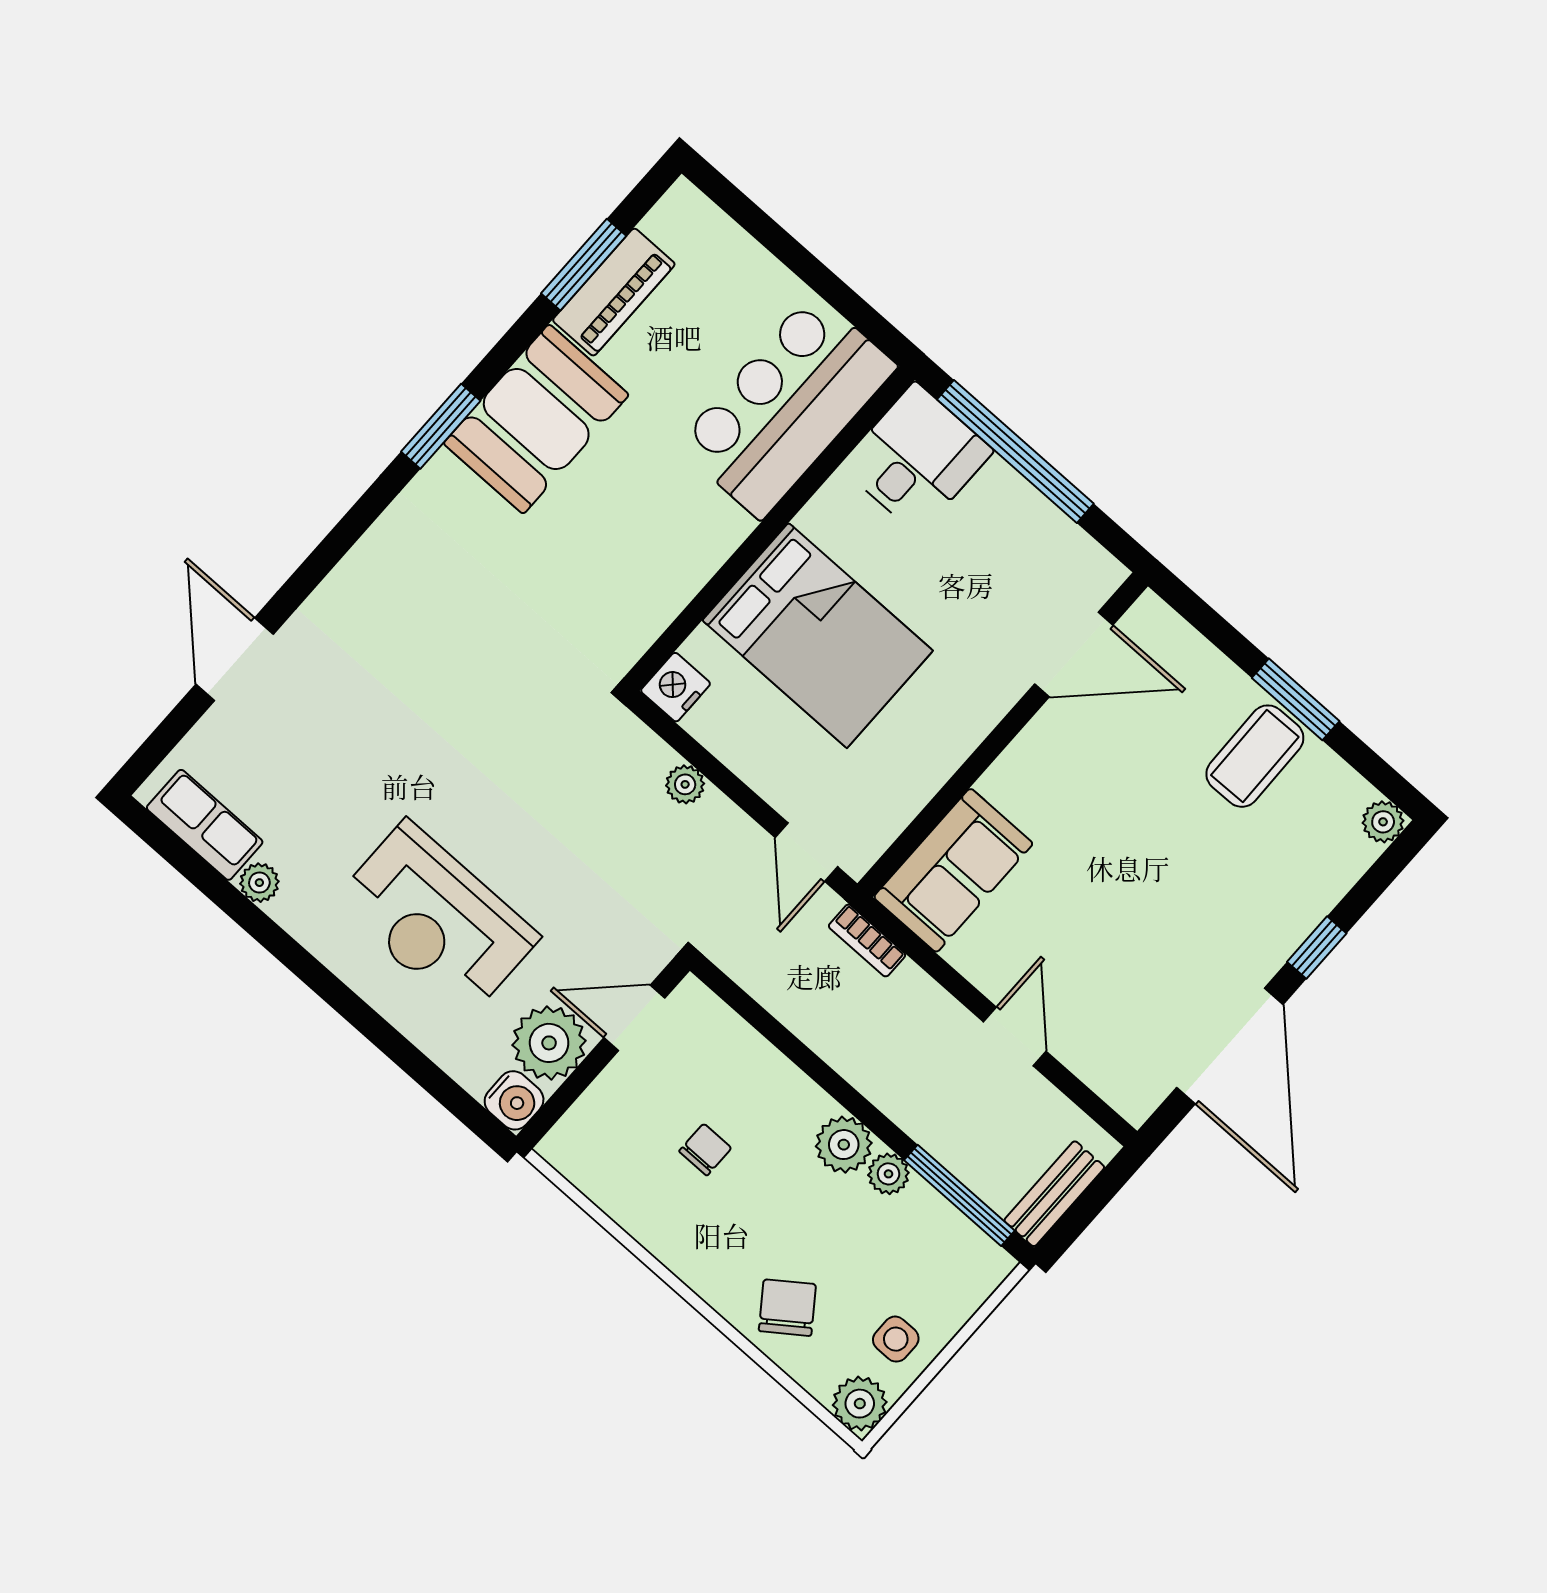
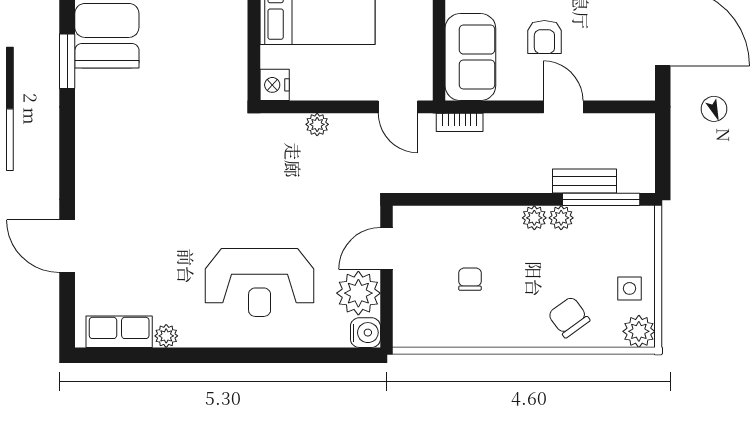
armchair: (1069, 927) -> (544, 37), added
plant: (844, 1145) -> (534, 218), width x0.73, depth x0.73
bench: (1054, 1194) -> (584, 181), moved, turned 90

